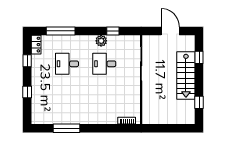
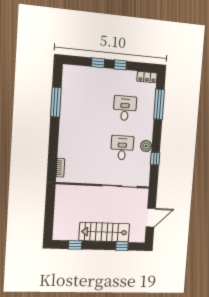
window: (27, 61) -> (120, 65), moved

